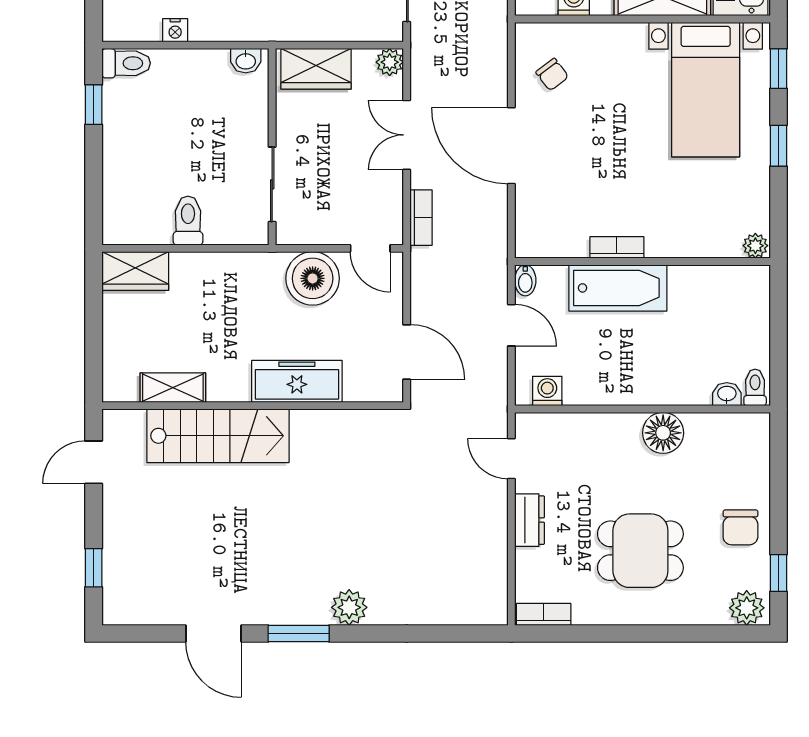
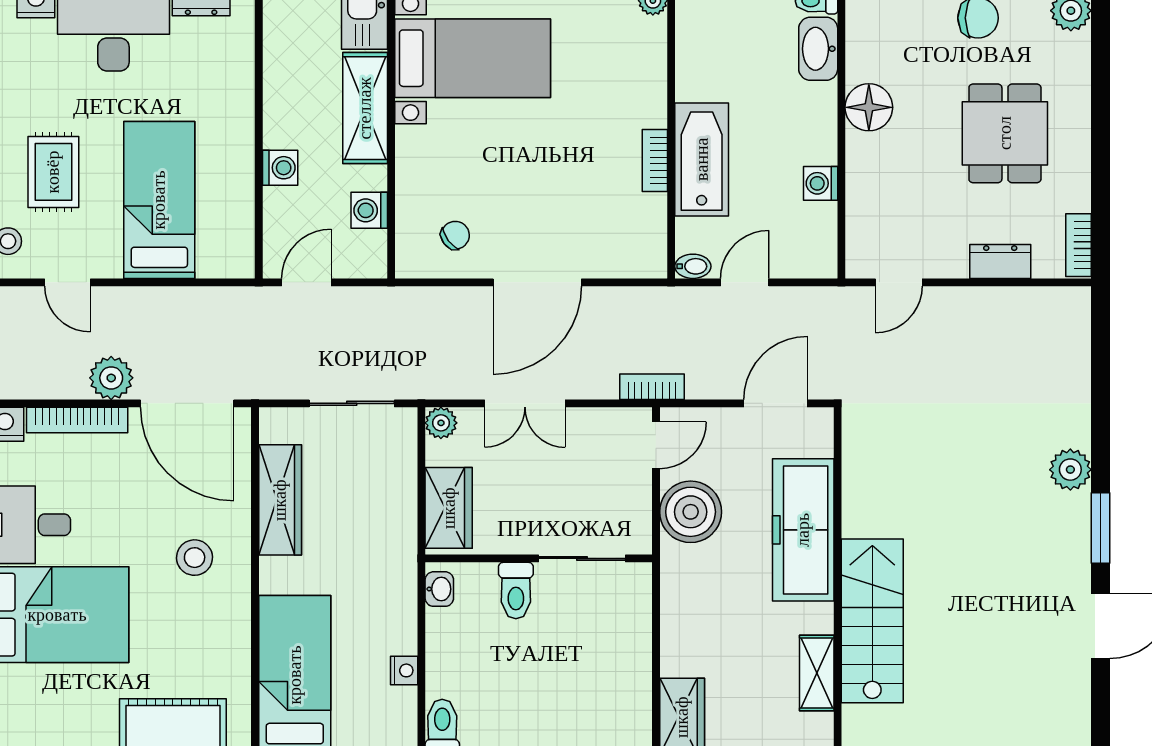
bookcase: (421, 218) -> (652, 387), moved
toilet: (188, 221) -> (516, 591), moved, turned -90
freezer: (297, 381) -> (803, 530), width x1.36, depth x1.26
washing machine: (547, 391) -> (821, 183), moved
washbasin: (727, 394) -> (818, 49), width x1.91, depth x1.45
dresser: (530, 520) -> (1000, 261), moved

